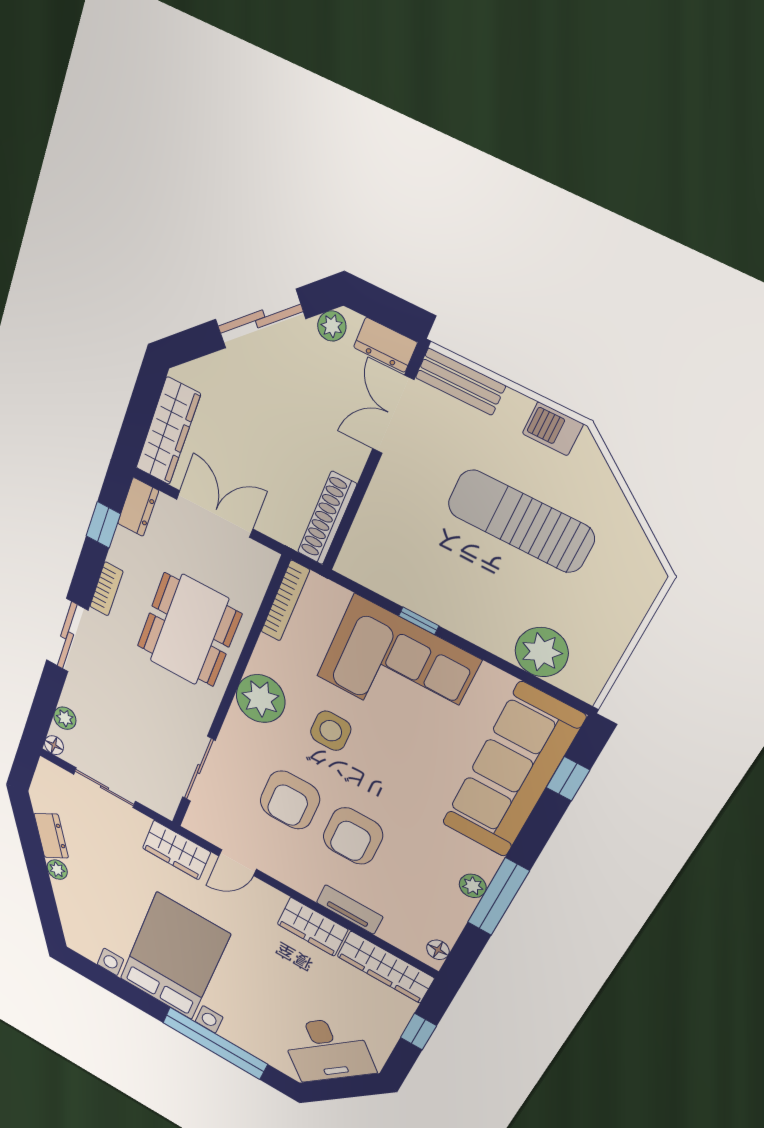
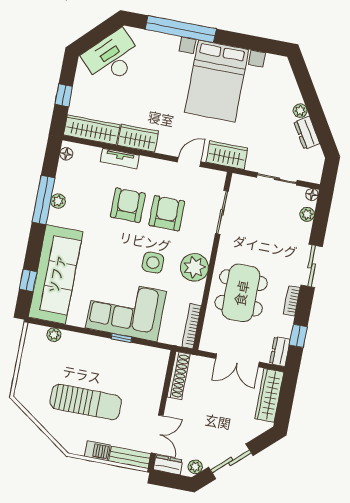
barbecue: (553, 429) -> (97, 451), moved
plant: (542, 652) -> (54, 335), width x0.53, depth x0.53

